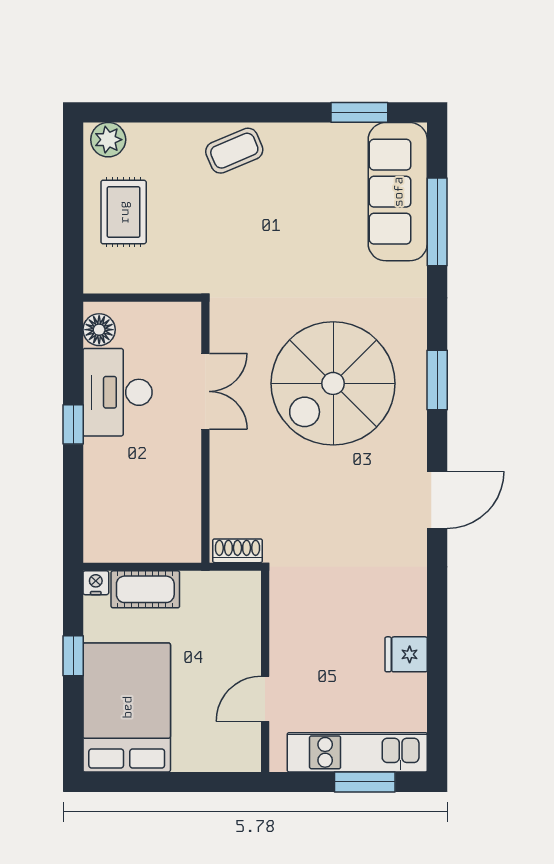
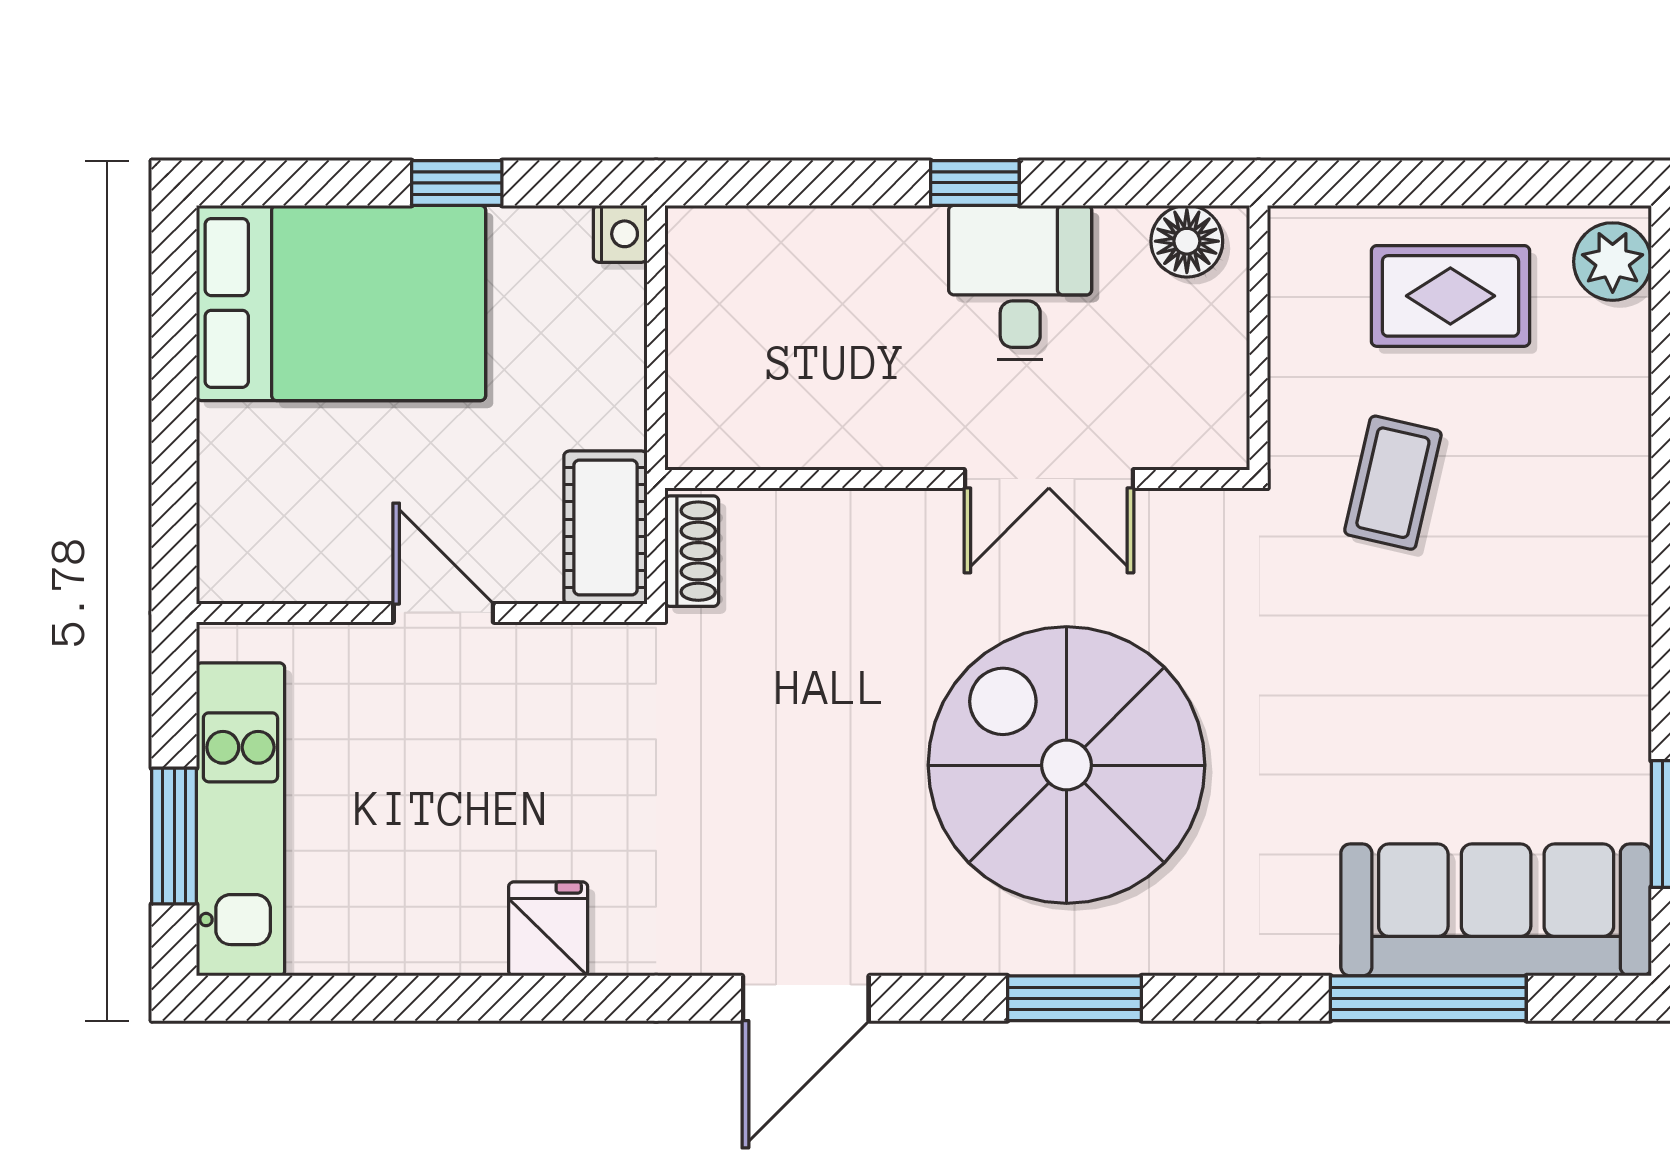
coffee table: (234, 151) -> (1393, 483), moved, turned 36
desk: (118, 392) -> (1020, 282), width x0.73
door: (437, 500) -> (806, 998), hinge flipped
cot: (145, 589) -> (606, 528), moved
fridge: (406, 654) -> (548, 929), moved
door: (265, 699) -> (443, 613), moved

